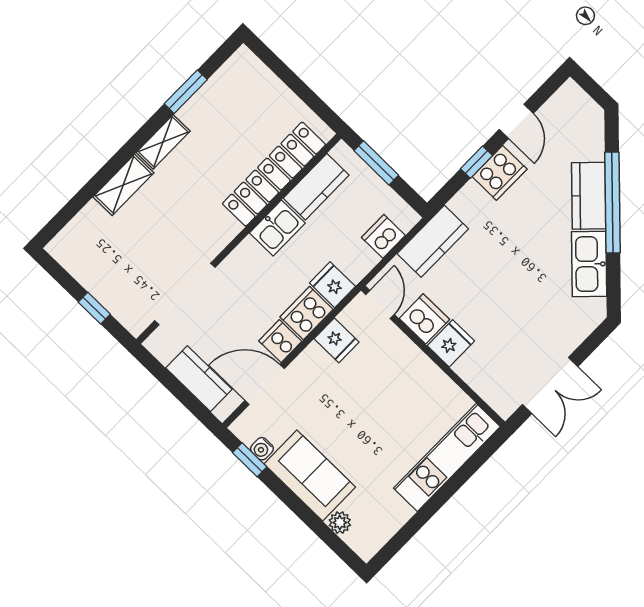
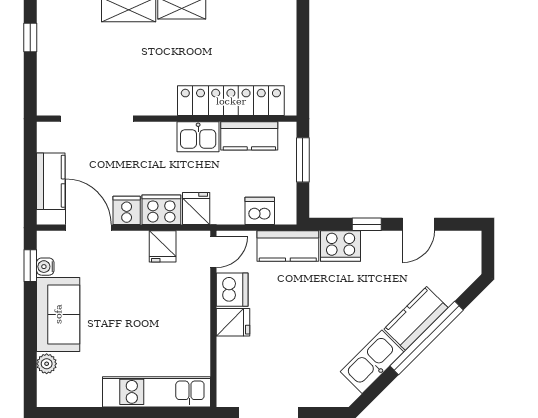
cooker: (500, 173) -> (341, 246), moved
window: (94, 308) -> (30, 38), moved

